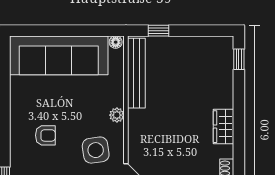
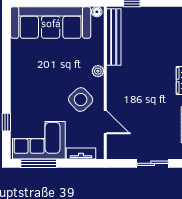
armchair: (45, 135) -> (40, 88), removed
side table: (96, 150) -> (81, 100), turned -35

